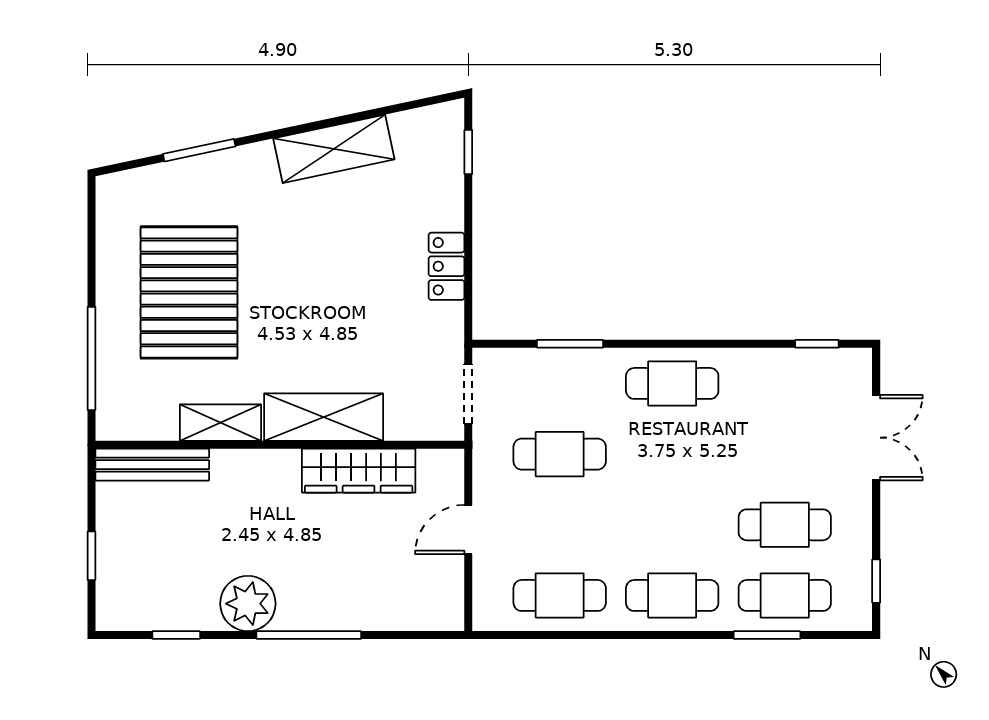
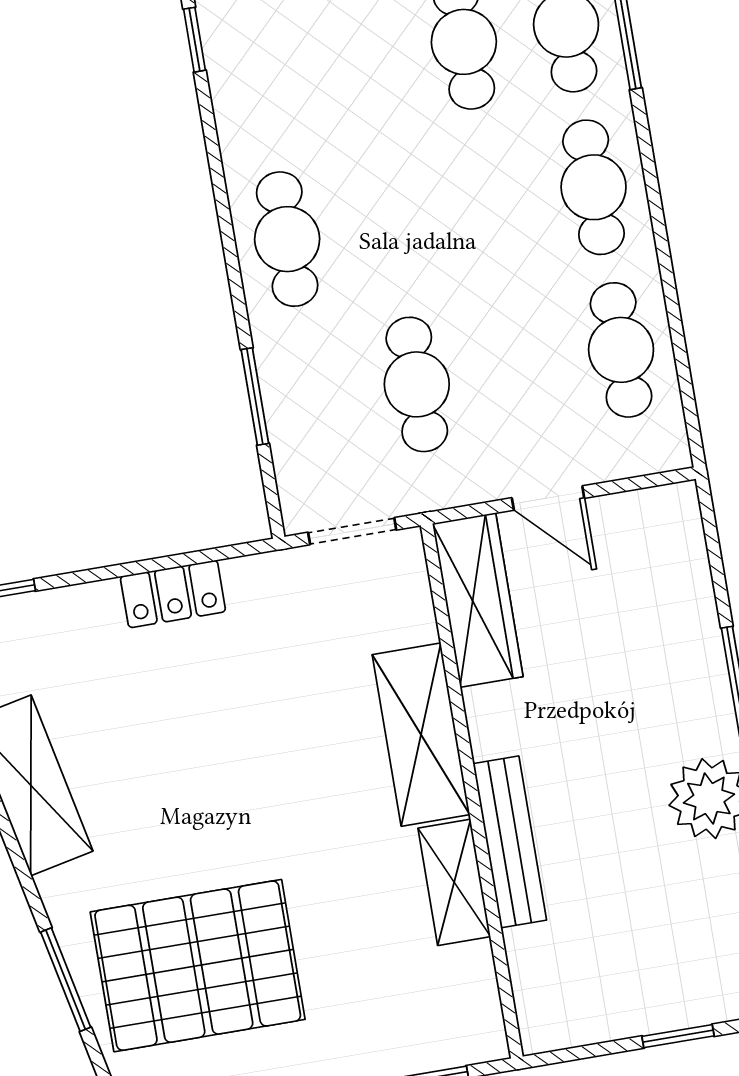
pallet: (189, 292) -> (198, 966), moved
bench: (152, 465) -> (510, 842), moved
wardrobe: (359, 471) -> (478, 600), moved

